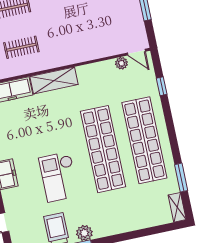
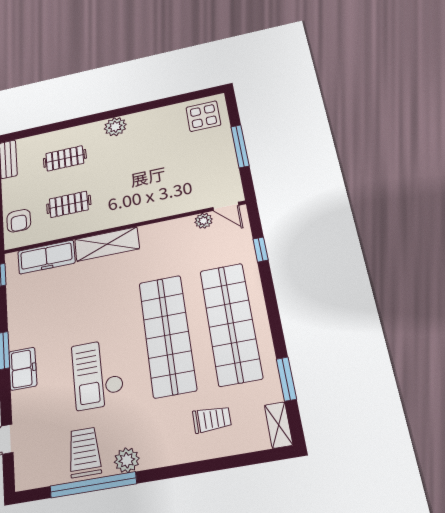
trolley: (136, 205) -> (212, 419), added

